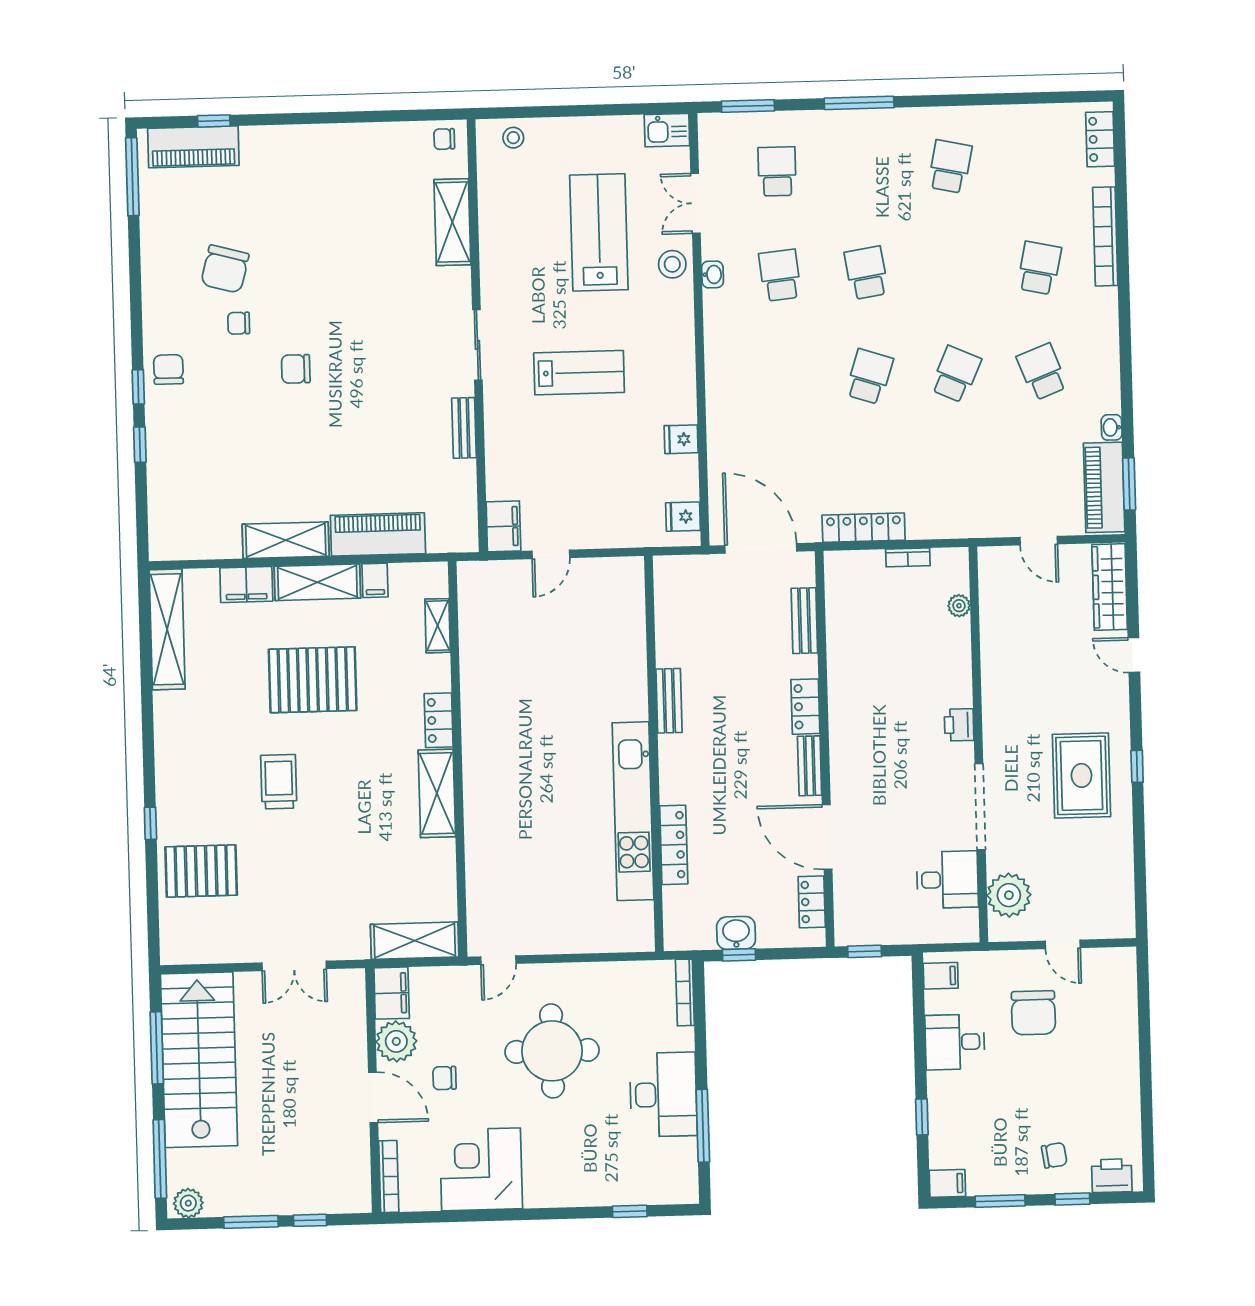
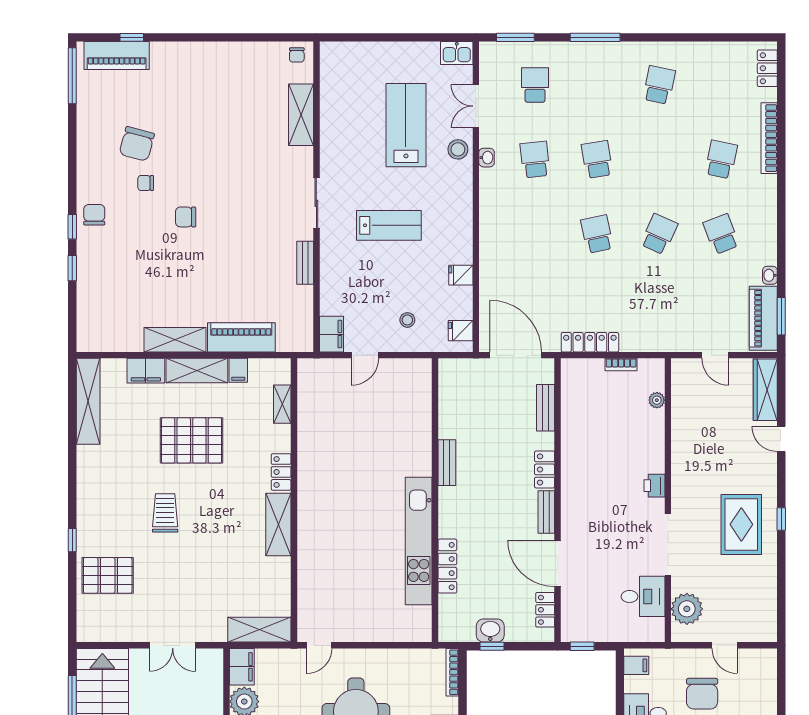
stool: (513, 138) -> (407, 320), moved
chair: (444, 139) -> (297, 55), turned -90
school desk: (869, 377) -> (597, 234), turned -30

